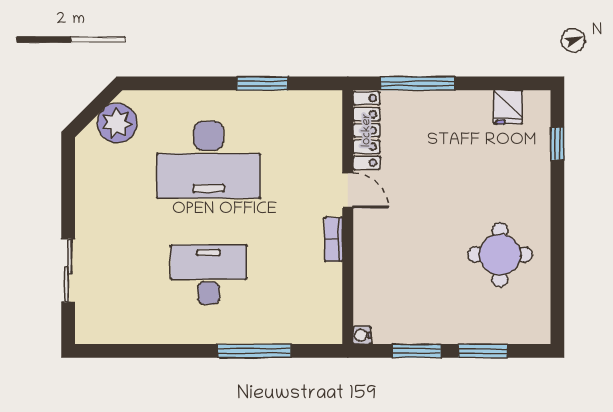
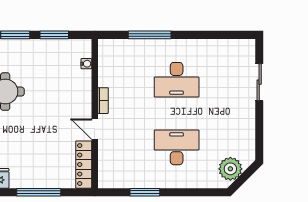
window: (417, 83) -> (39, 192), moved
desk: (209, 160) -> (177, 147), width x0.73, depth x0.77
water cooler: (362, 335) -> (86, 64), moved

